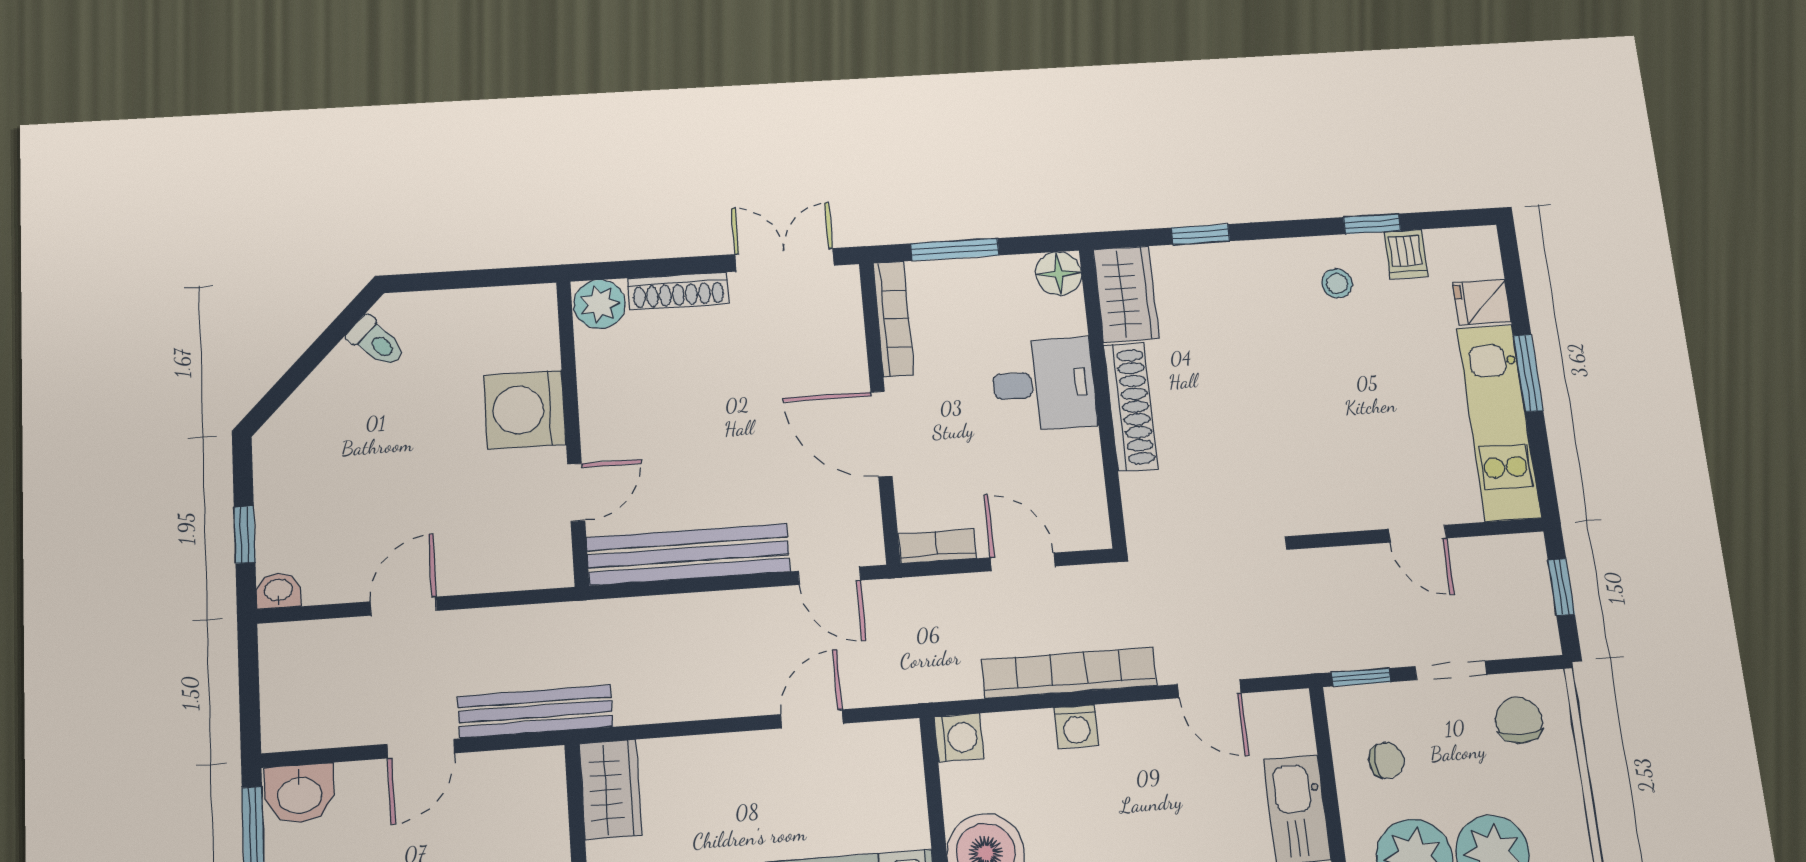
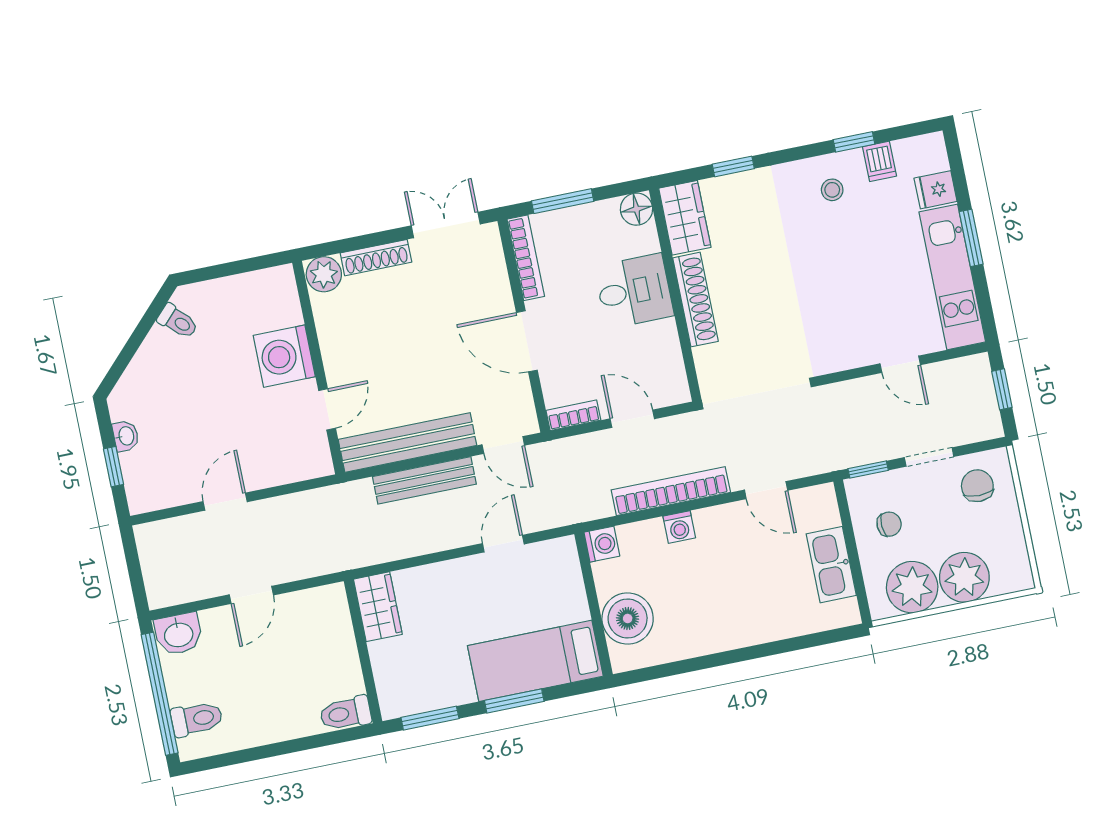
washbasin: (278, 591) -> (126, 436), moved, turned 90
bench: (535, 712) -> (424, 480), moved

